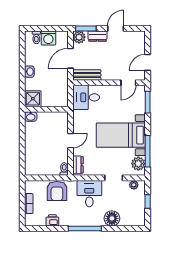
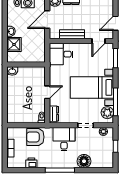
bench: (87, 75) -> (72, 34), moved
shower: (33, 99) -> (14, 44), moved
armchair: (57, 191) -> (35, 137), turned 90

